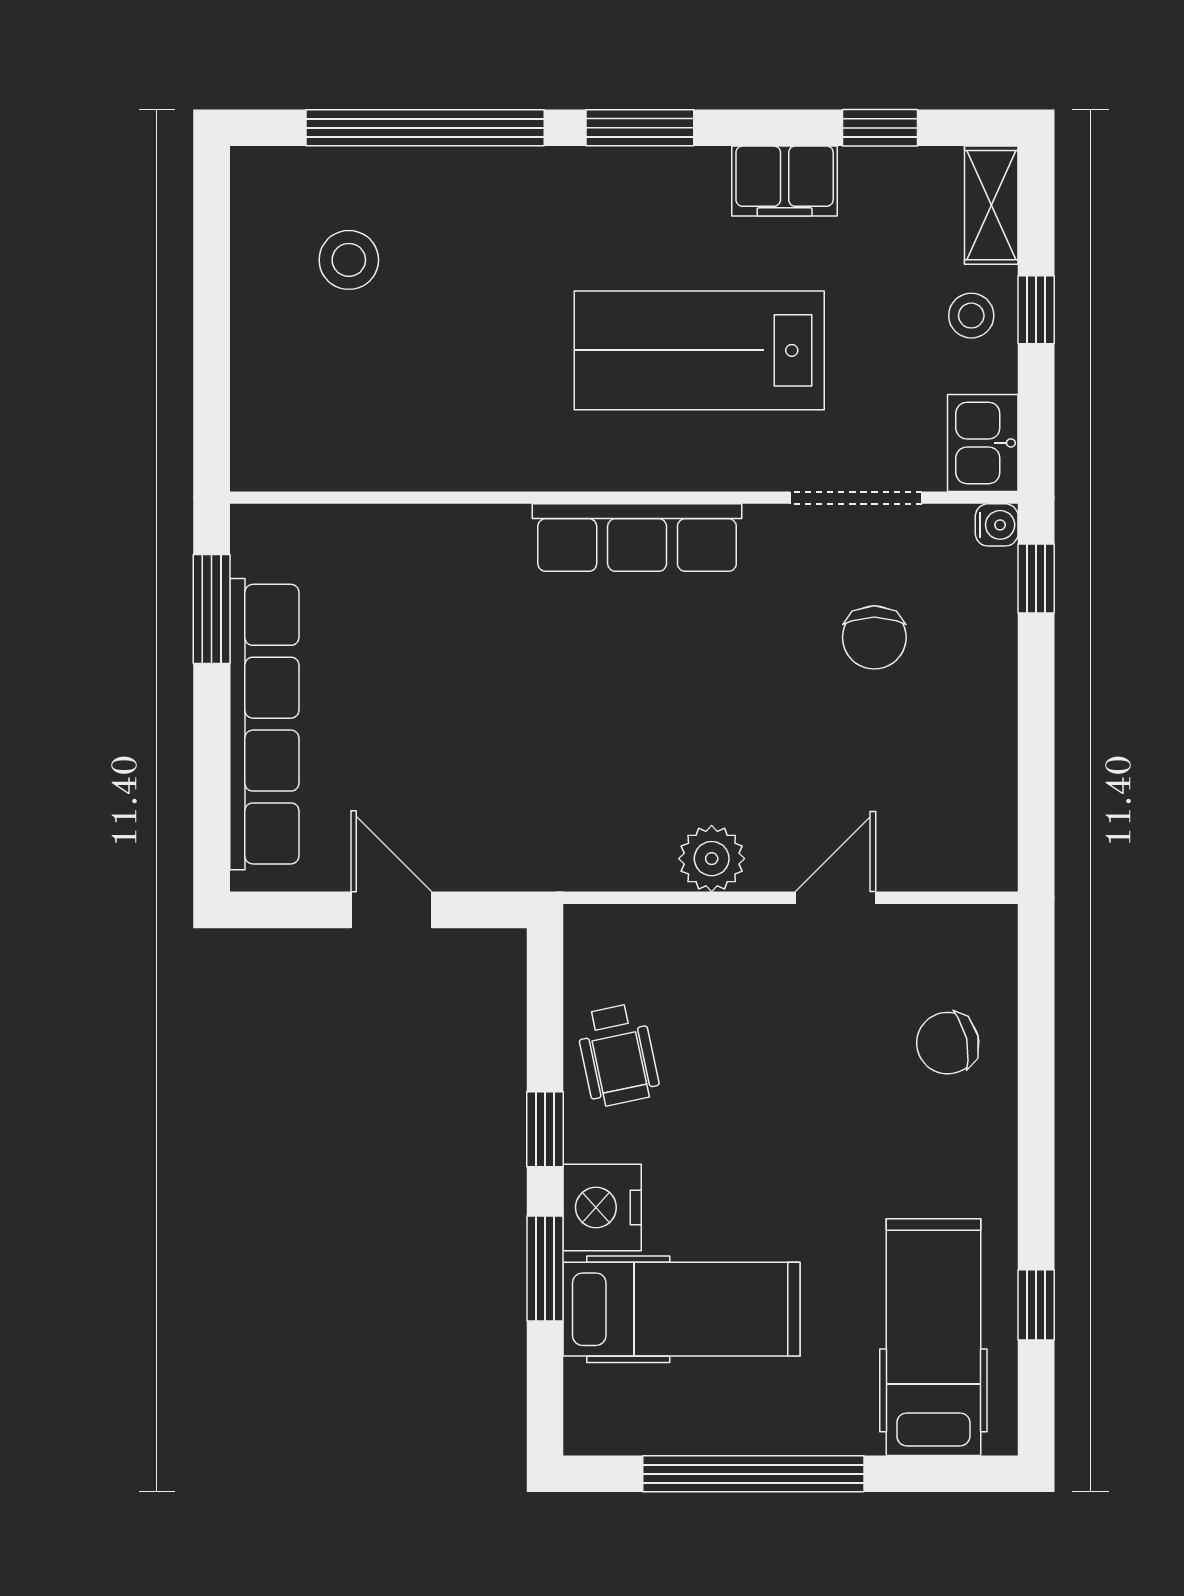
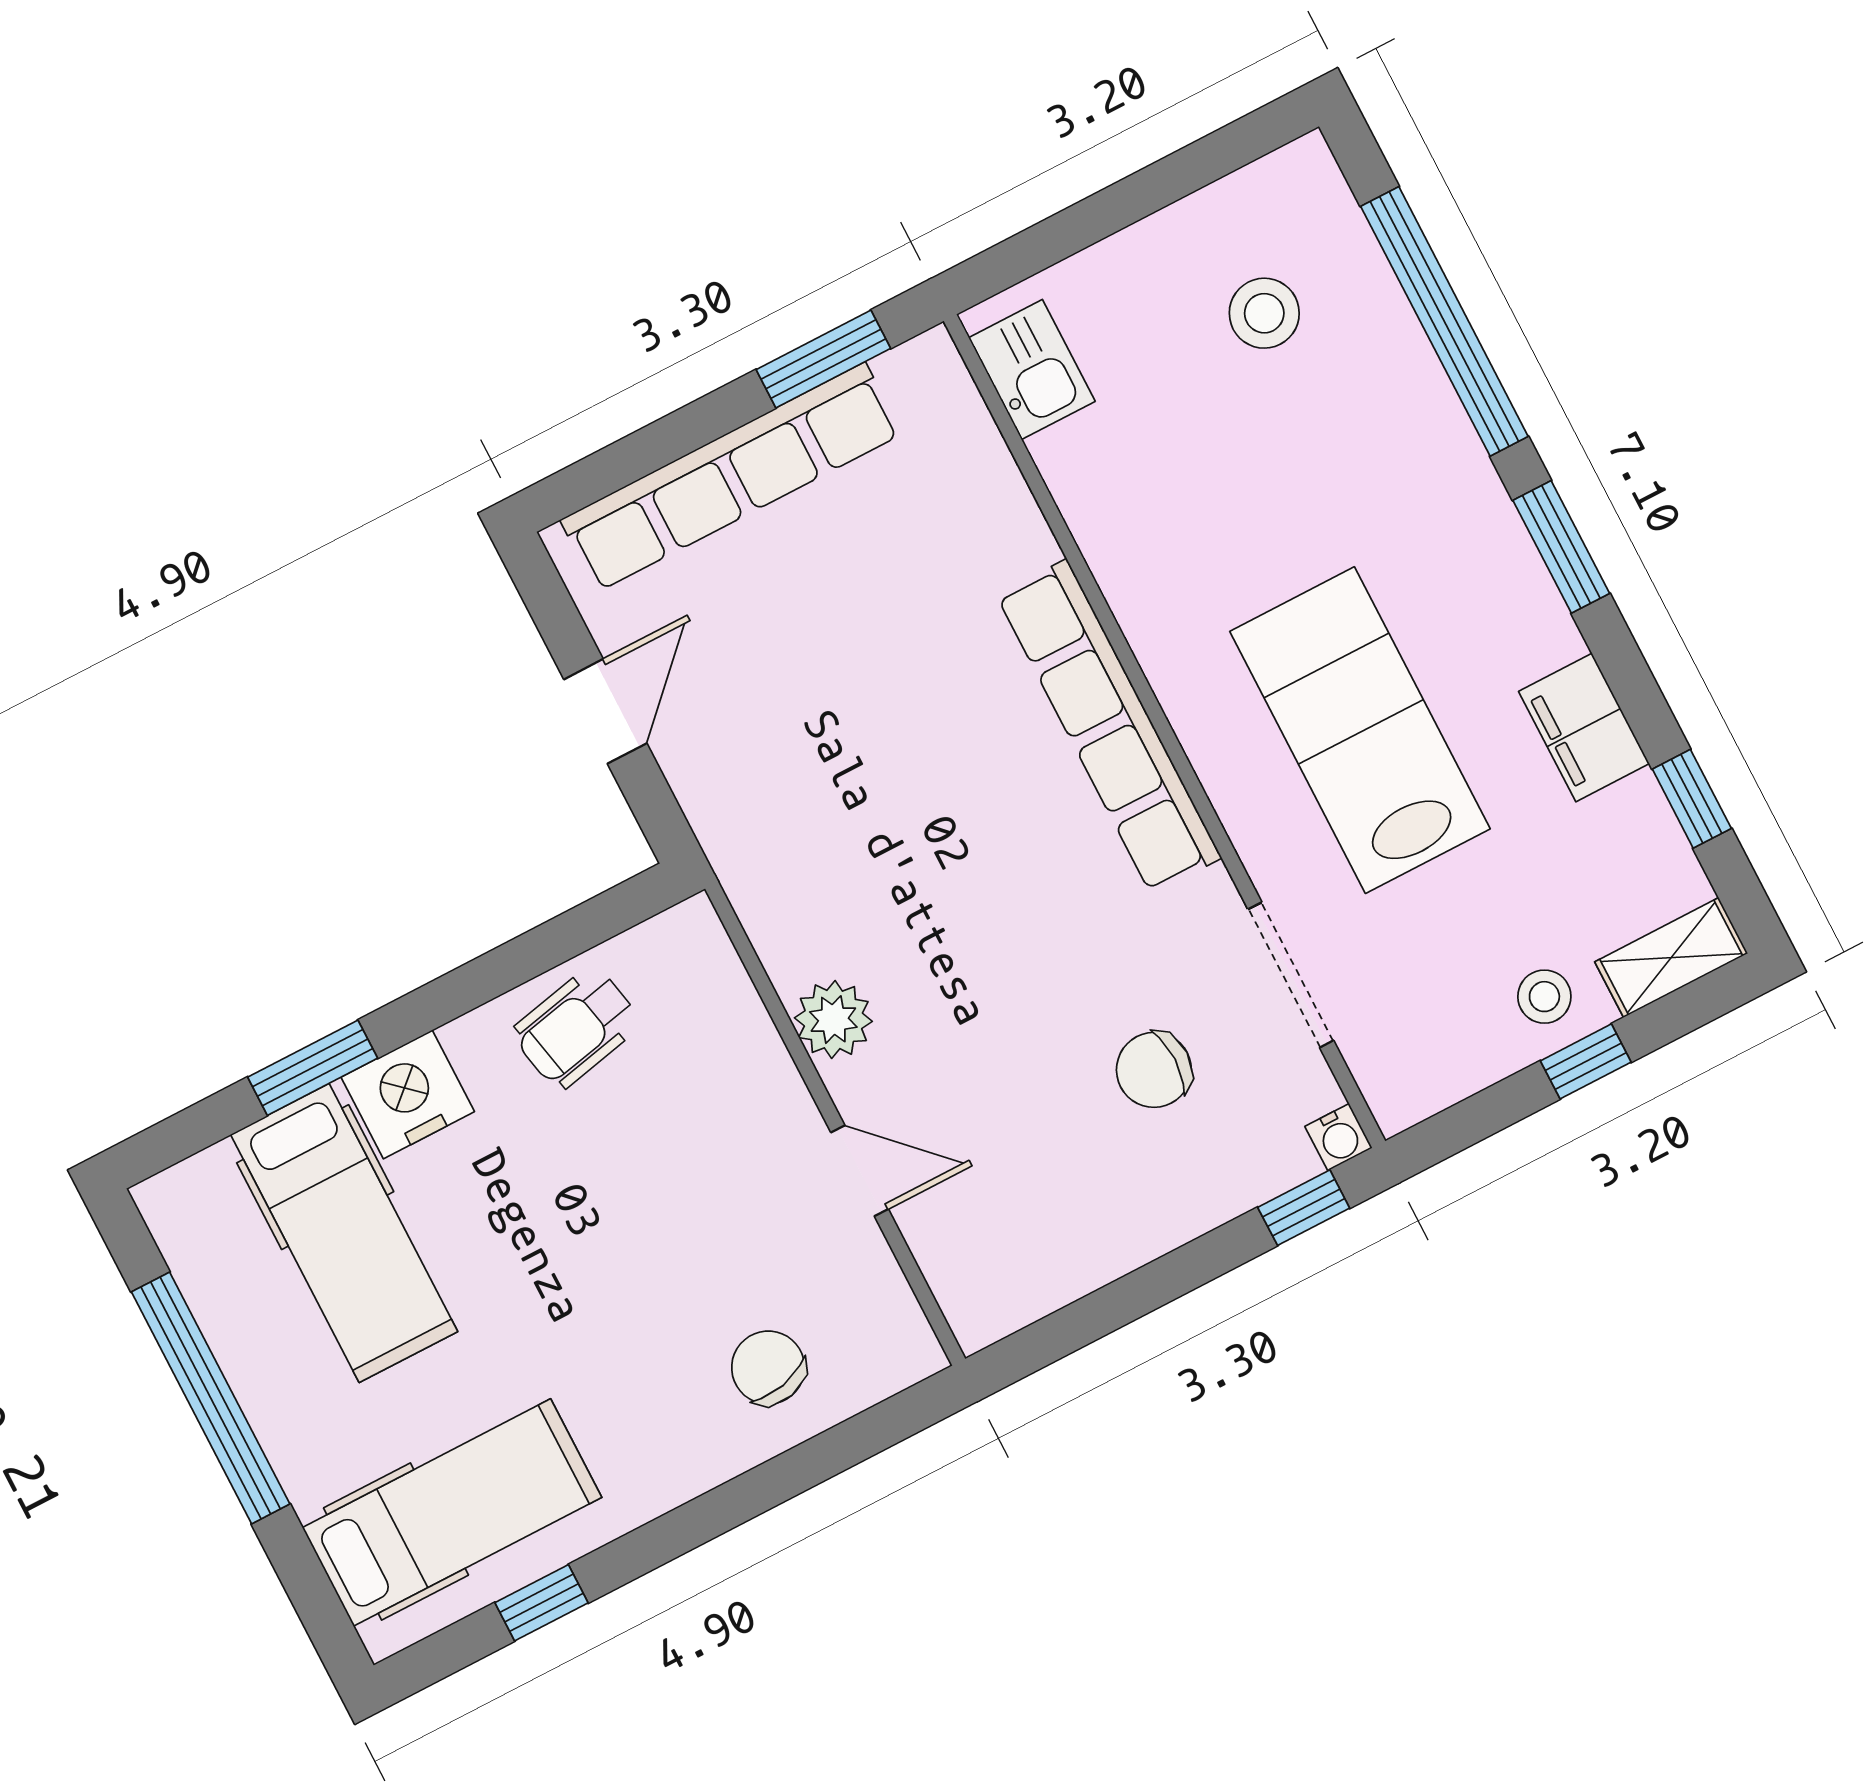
kitchen sink: (983, 443) -> (1032, 369), moved, turned 90
row of seats: (637, 538) -> (1109, 727), width x1.36
window: (545, 1129) -> (459, 992), removed

